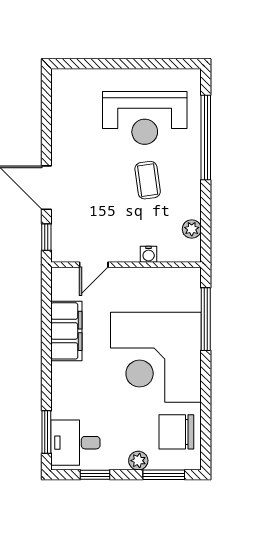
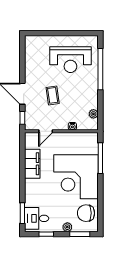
coffee table: (148, 180) -> (53, 95), moved

